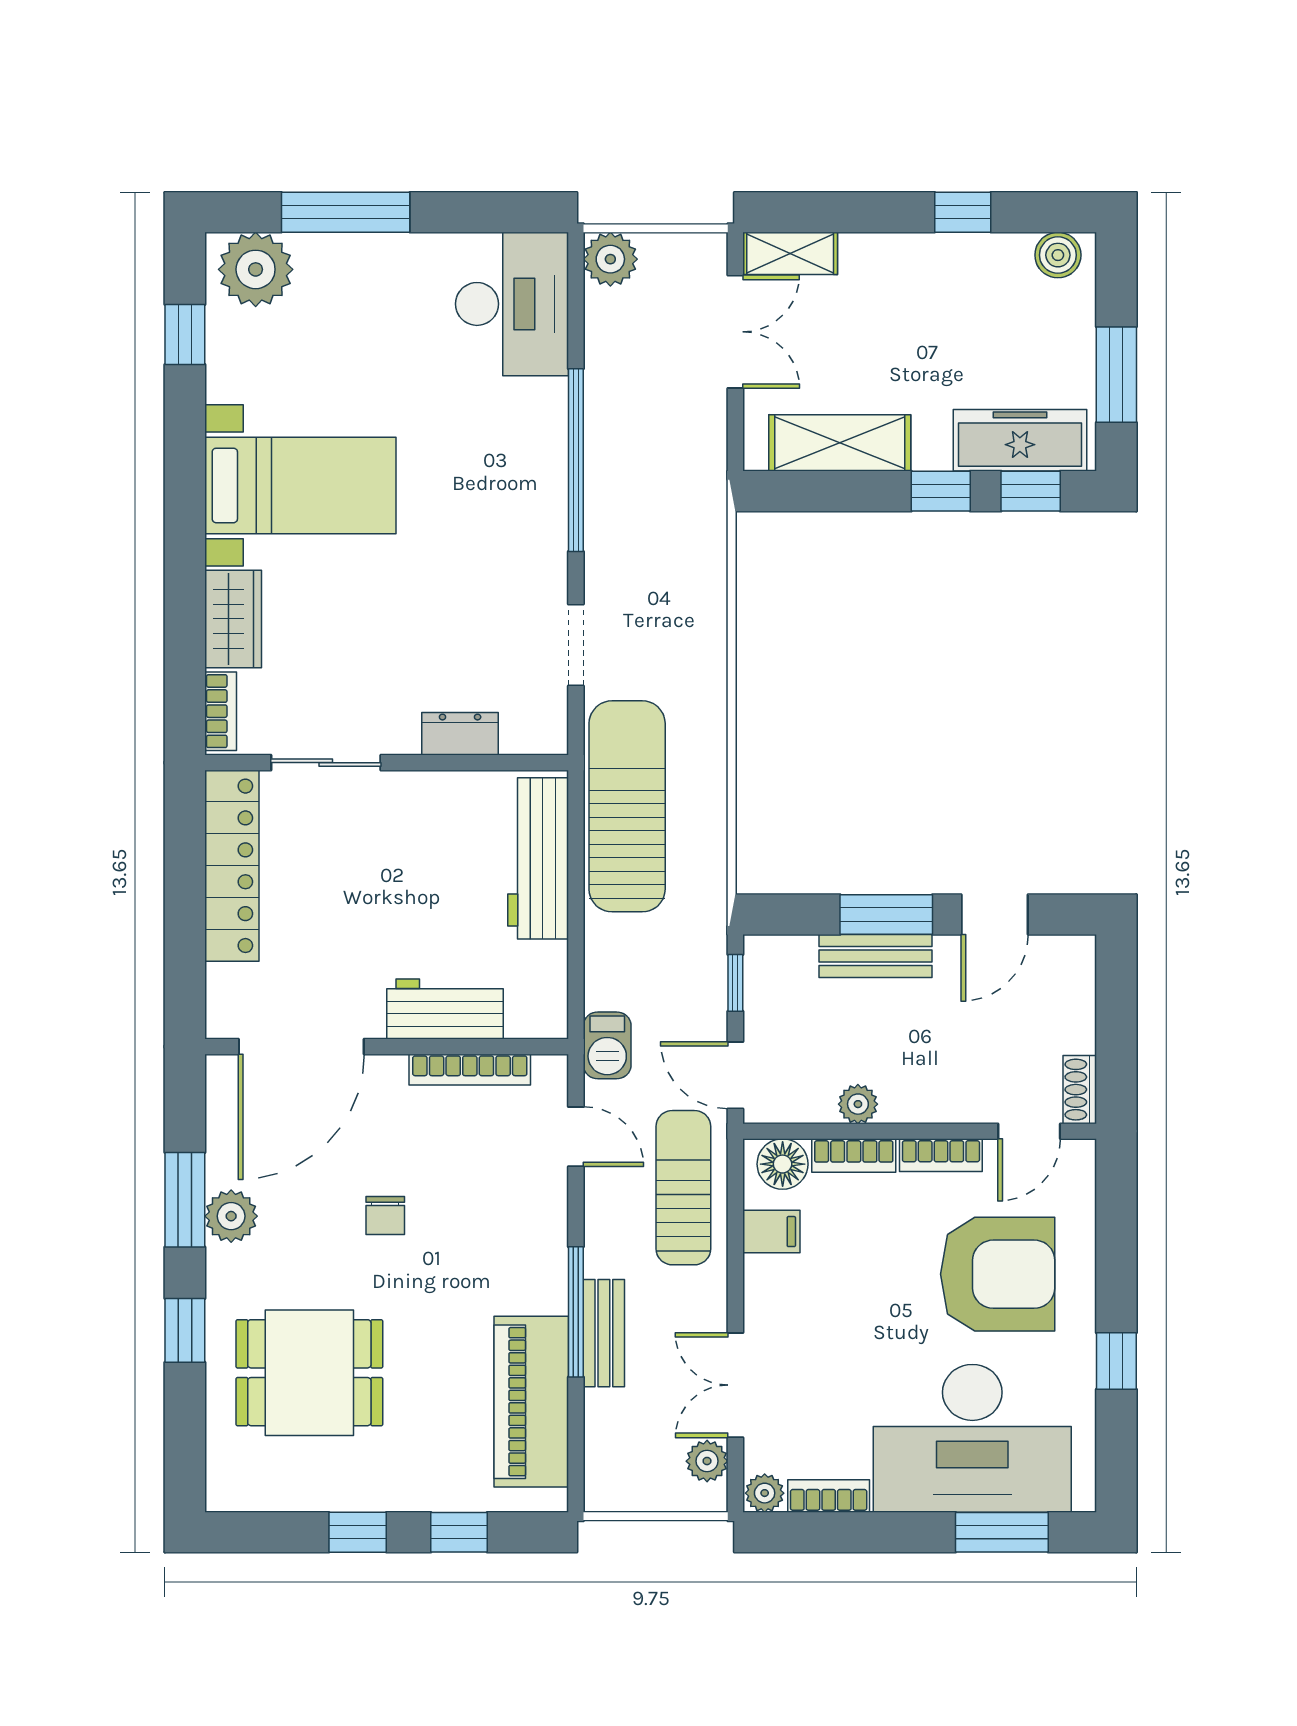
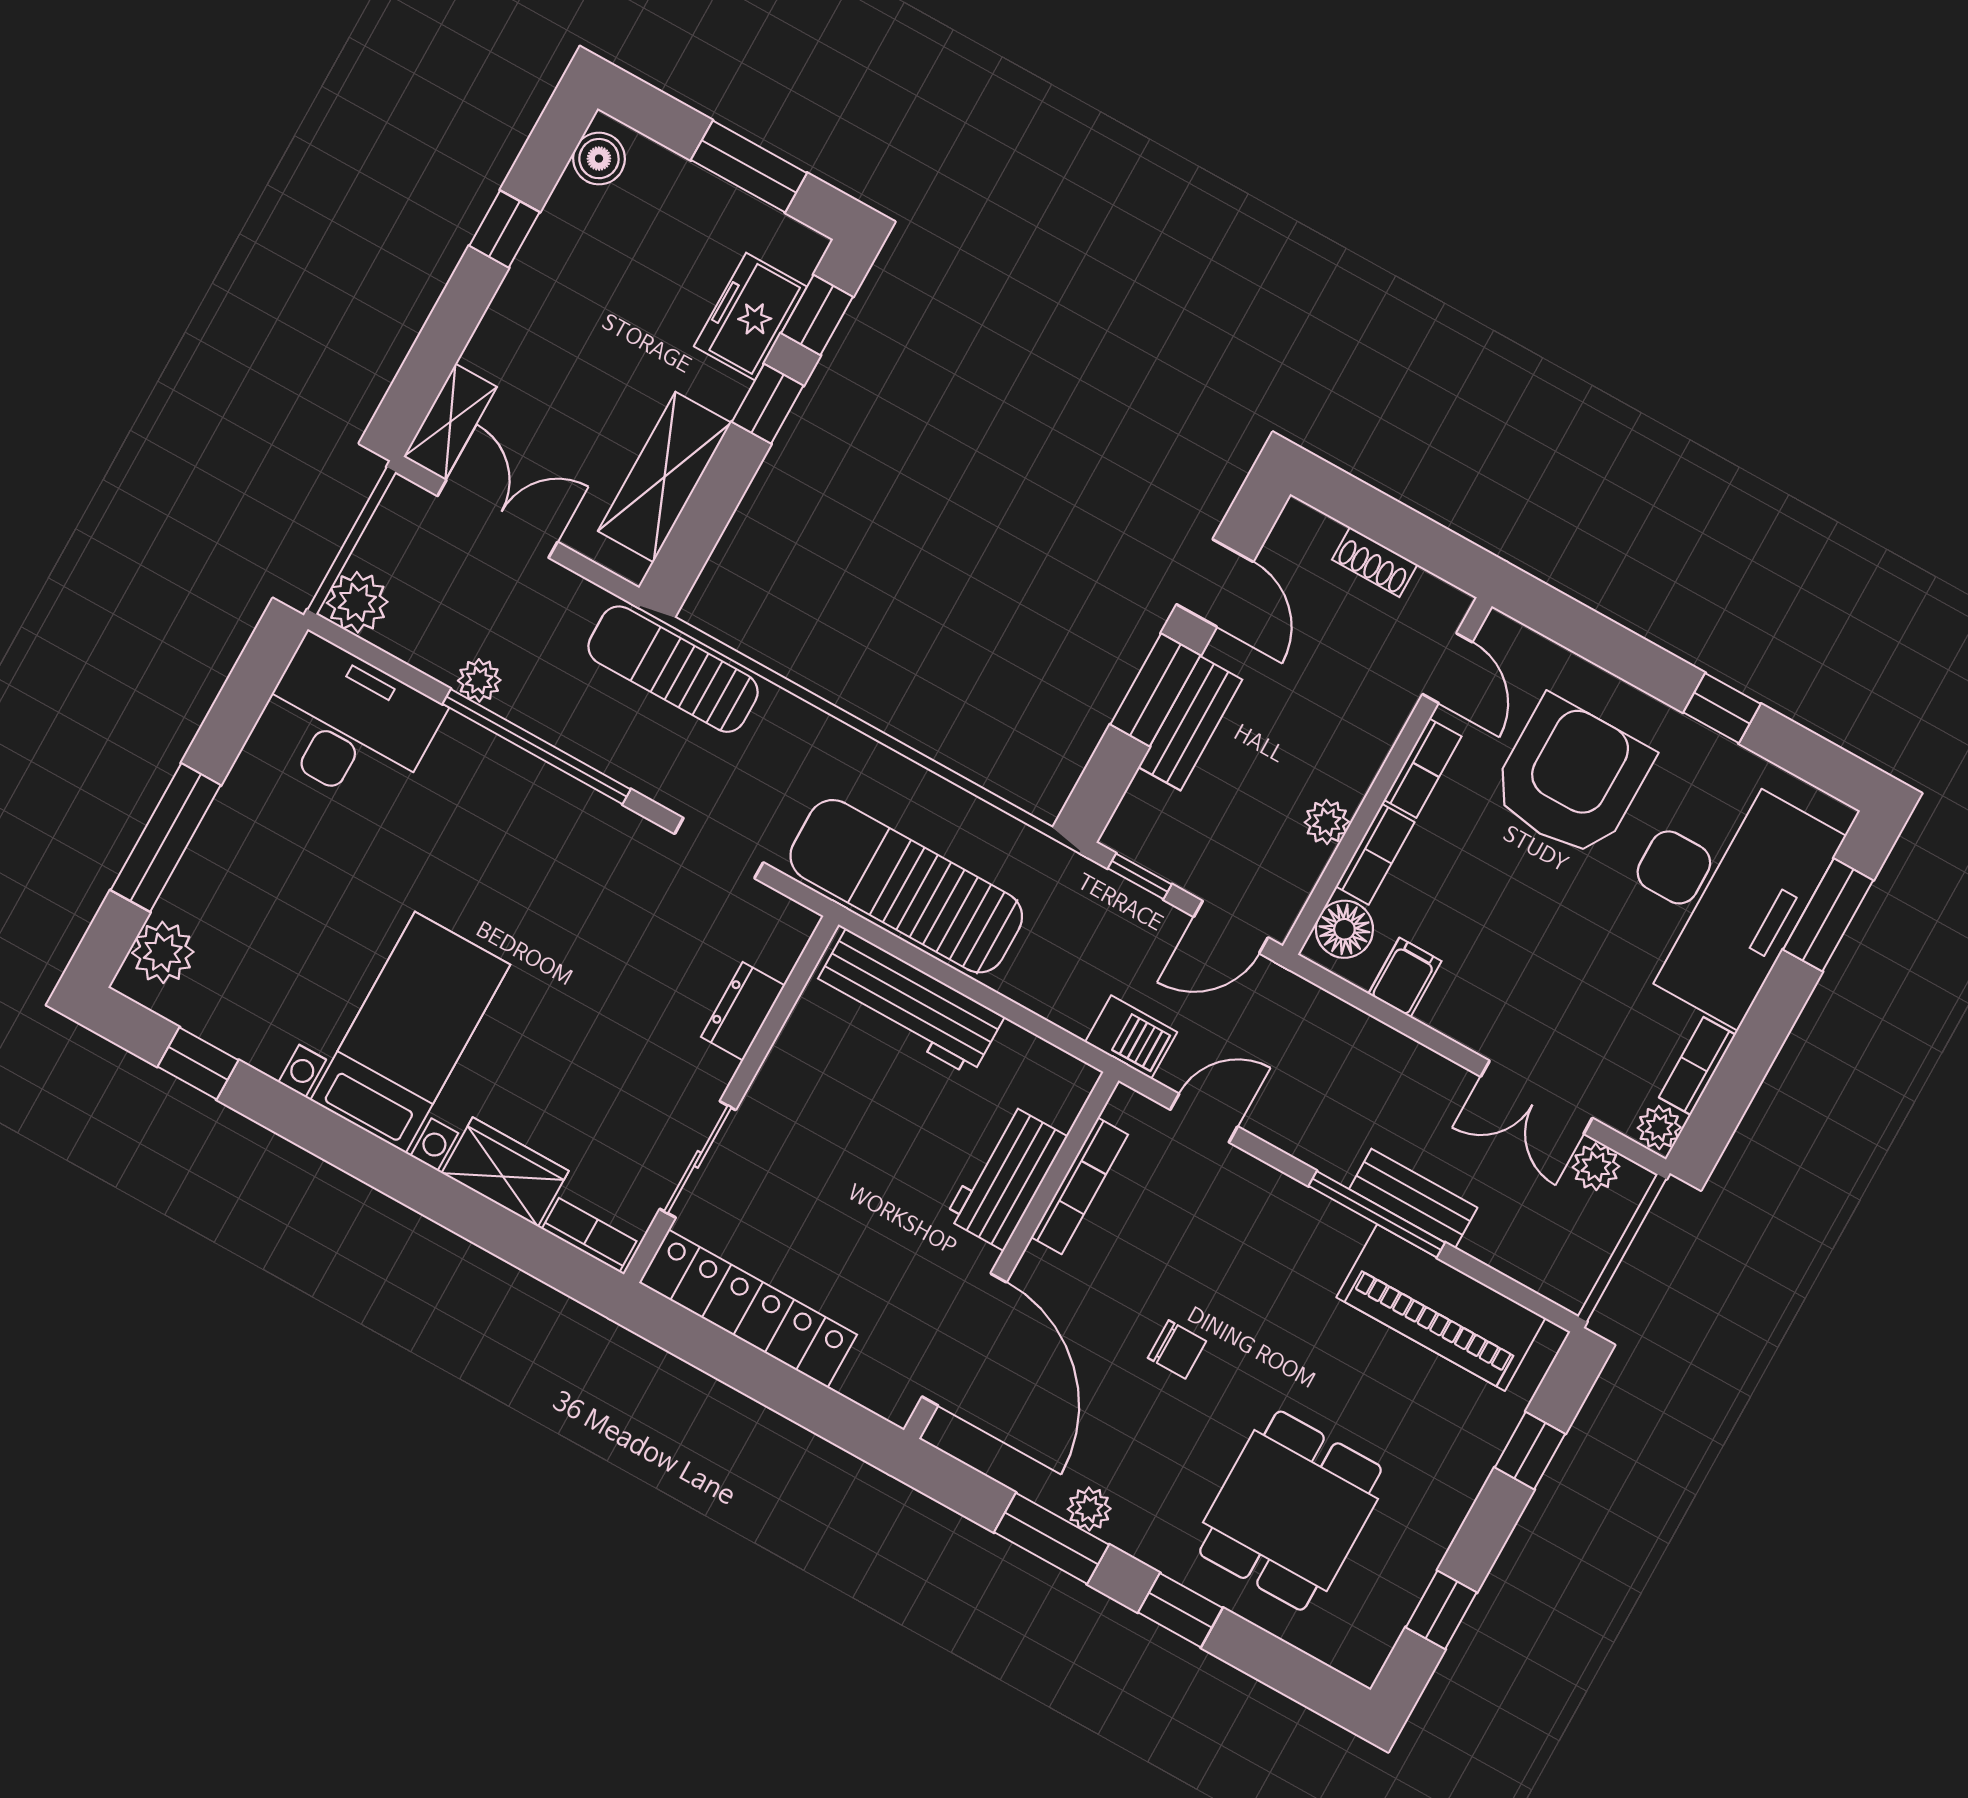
plant: (256, 269) -> (163, 952), width x0.73, depth x0.73
plant: (602, 387) -> (479, 680), added
freezer: (1020, 440) -> (750, 316), width x0.71
shoe rack: (1080, 1090) -> (1375, 562), moved
sun lounger: (683, 1188) -> (673, 669), moved
plant: (231, 1216) -> (1089, 1509), width x0.73, depth x0.73
window: (358, 1532) -> (1441, 1610), moved

